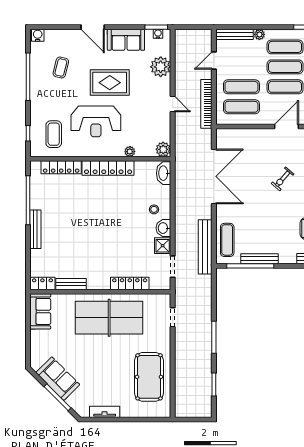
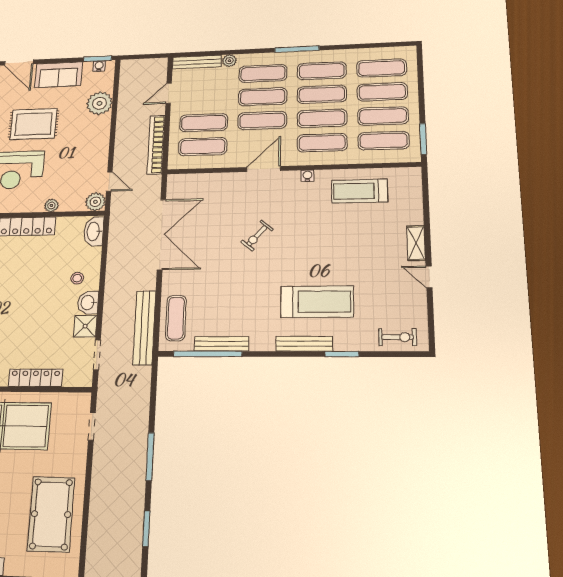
door: (173, 104) -> (109, 182), moved

